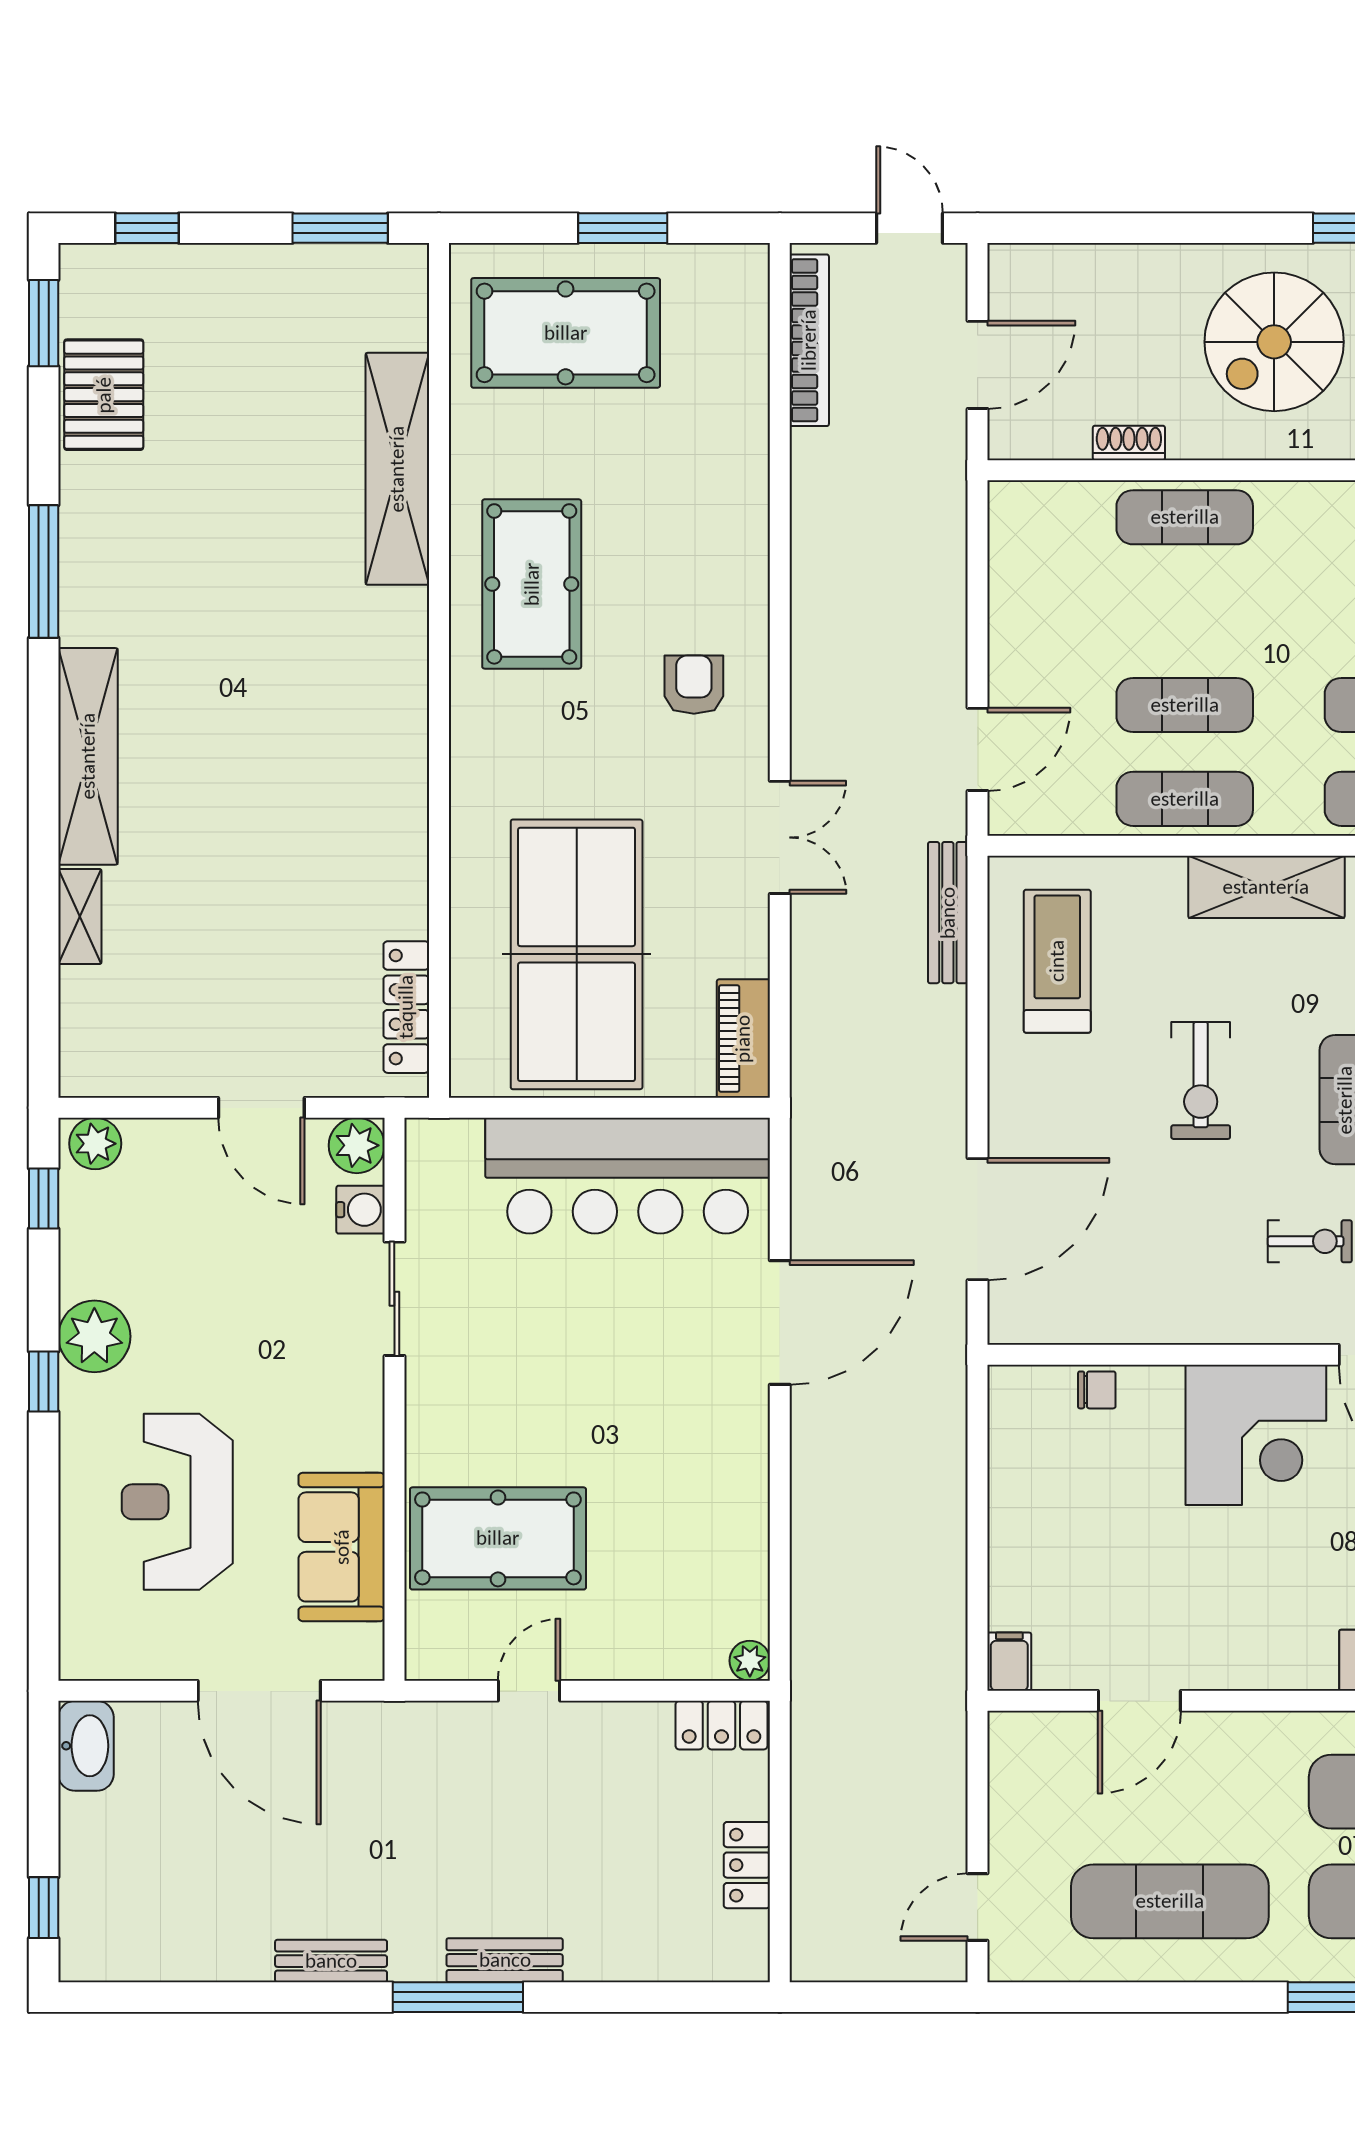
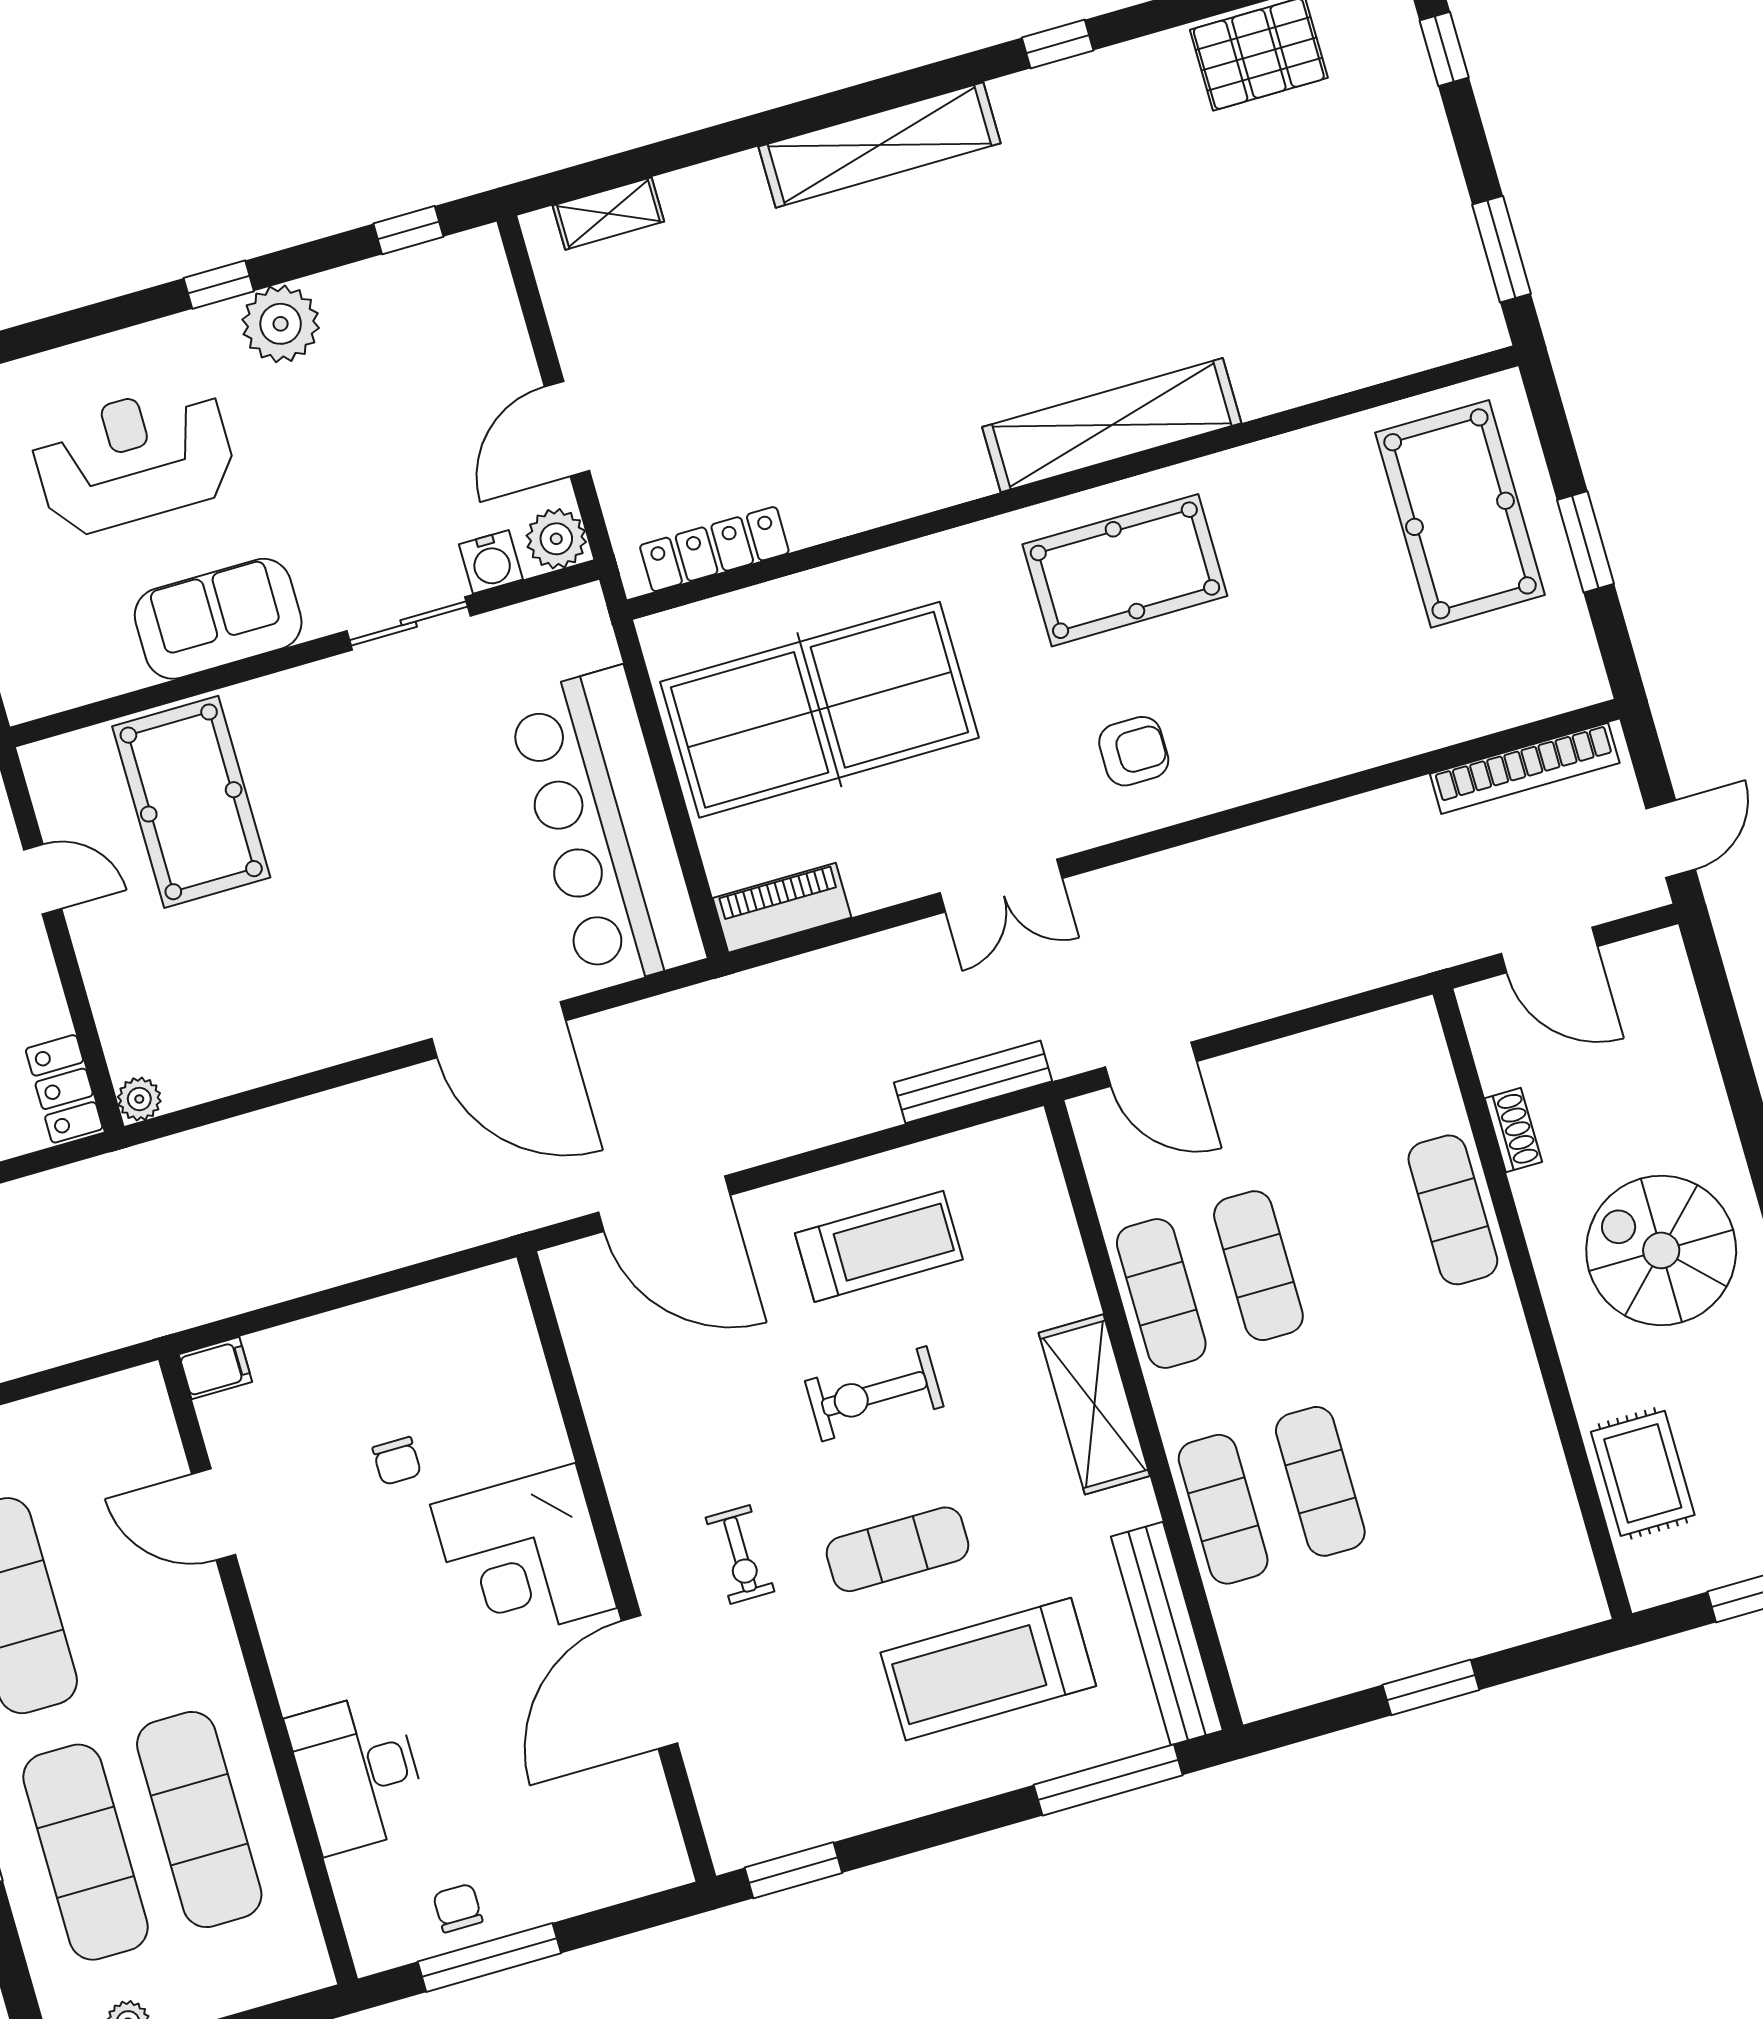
shelving: (397, 469) -> (1112, 425), moved
window: (44, 572) -> (1058, 44), width x0.46
pool table: (532, 584) -> (1125, 570), moved
shelving: (80, 916) -> (608, 214), moved
treadmill: (1057, 961) -> (879, 1246), moved
plant: (95, 1144) -> (481, 267), removed
chair: (1097, 1390) -> (397, 1461), moved
sofa: (342, 1547) -> (218, 619), moved

